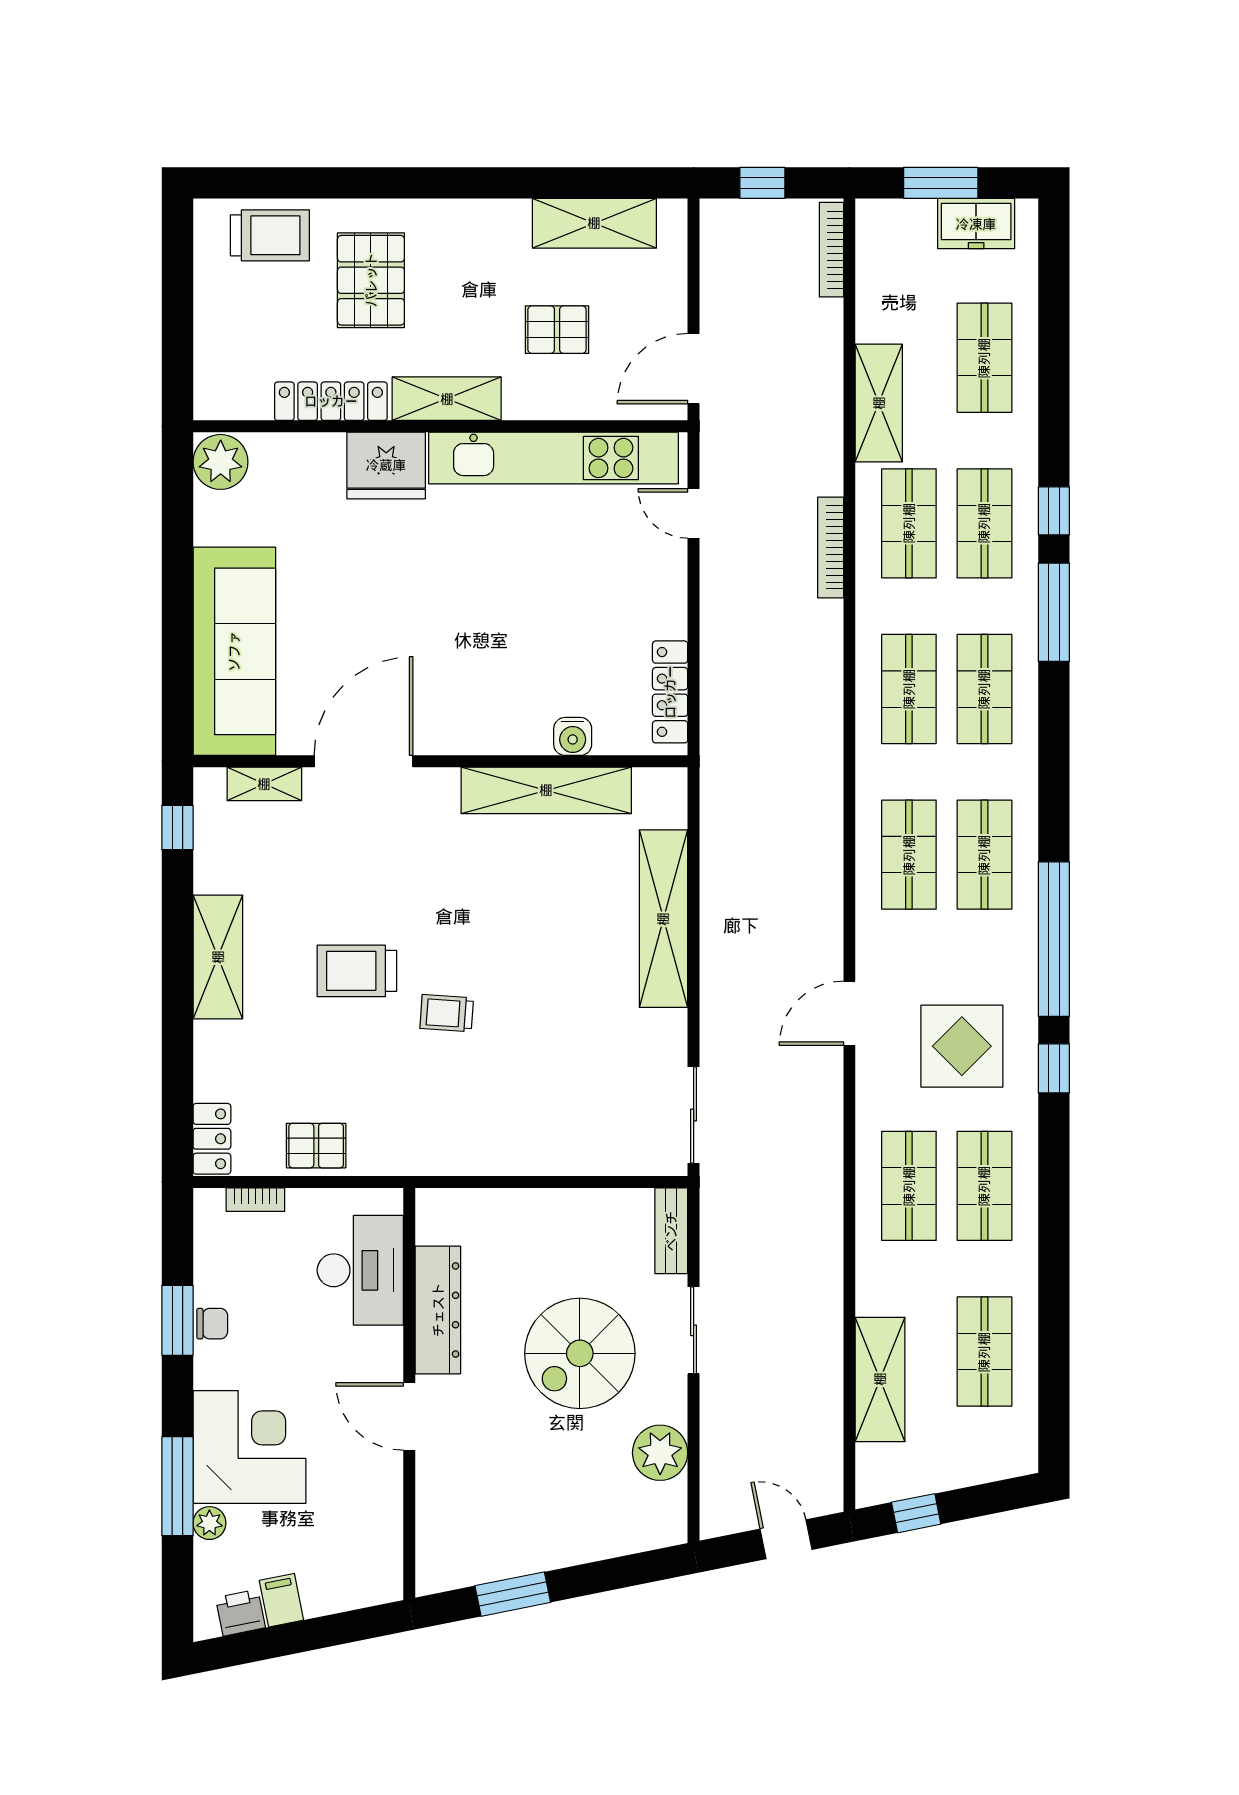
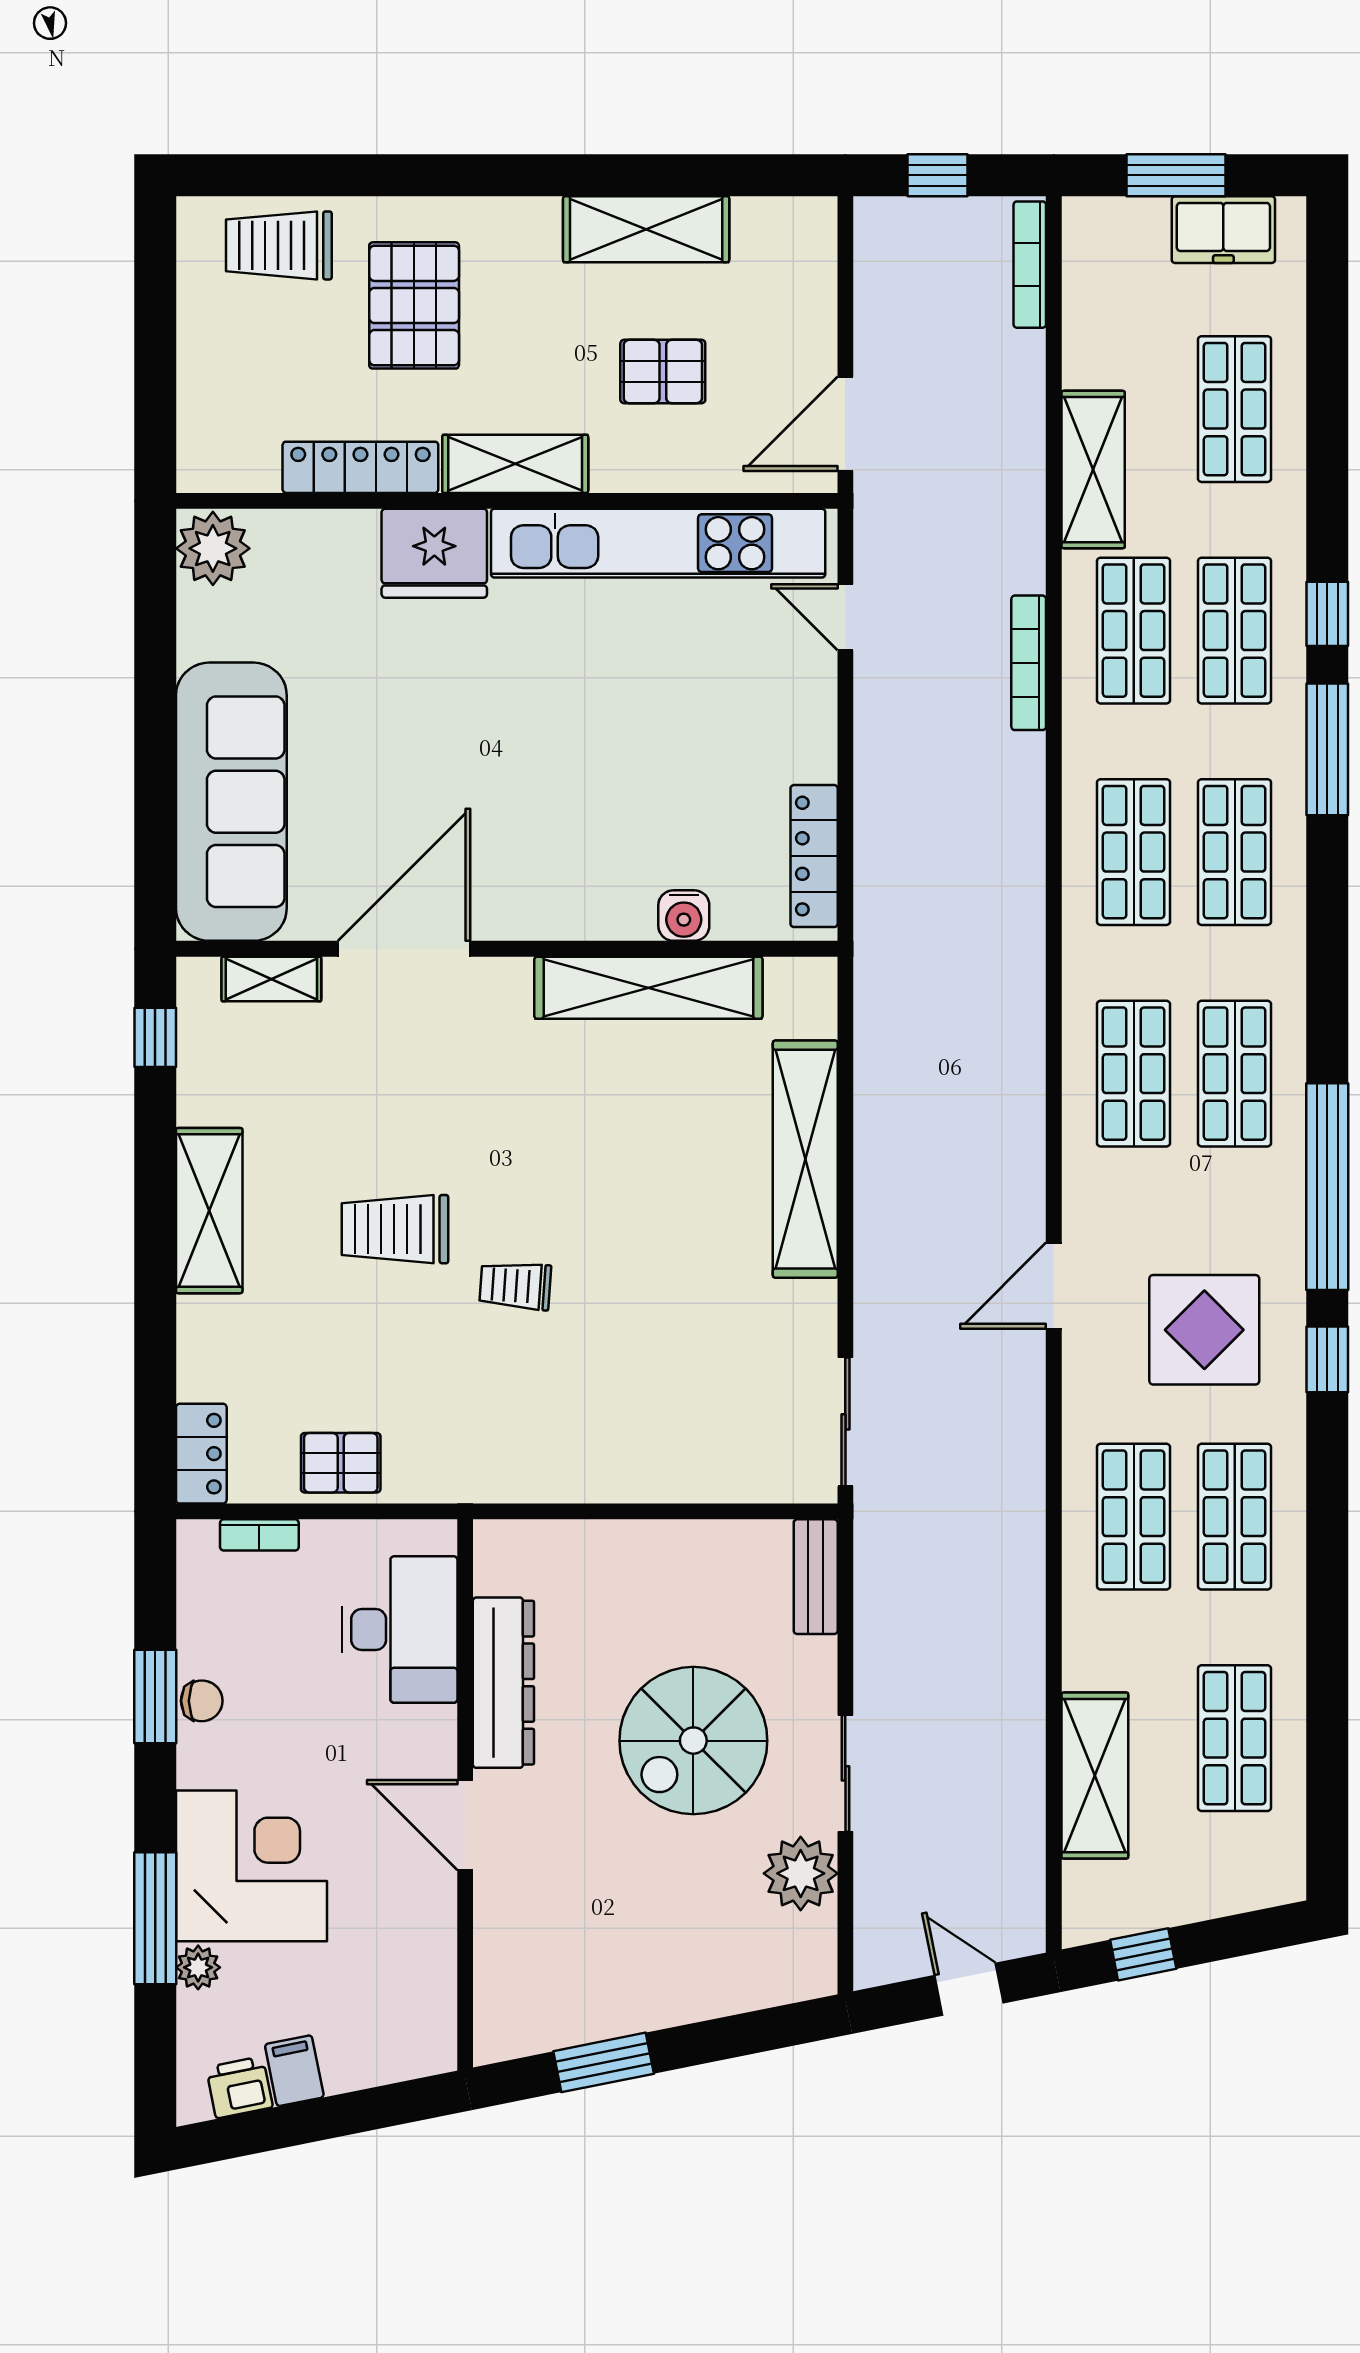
shelving: (594, 223) -> (646, 229), moved
trolley: (270, 235) -> (279, 245), turned 180
sliding door: (694, 1330) -> (845, 1773), moved

